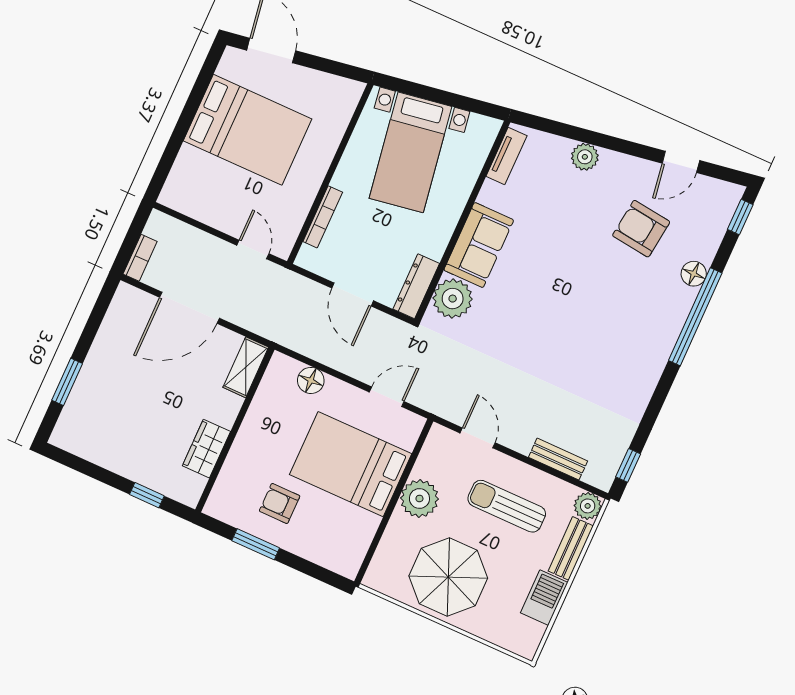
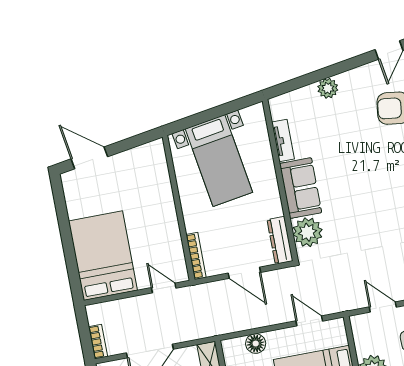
bed: (248, 130) -> (103, 256), moved, turned -90
tv unit: (506, 156) -> (283, 141), moved
bookcase: (323, 217) -> (196, 256), moved
door: (387, 397) -> (309, 321), hinge flipped

